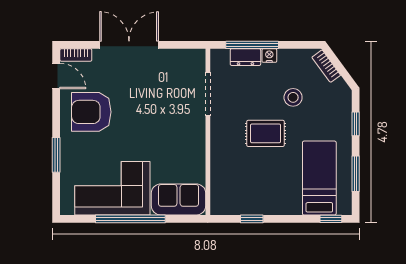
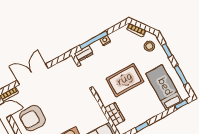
dresser: (245, 57) -> (84, 54), moved
stool: (293, 97) -> (149, 46), moved
rug: (266, 133) -> (125, 80), width x1.36, depth x1.43
wardrobe: (221, 177) -> (115, 114), added

